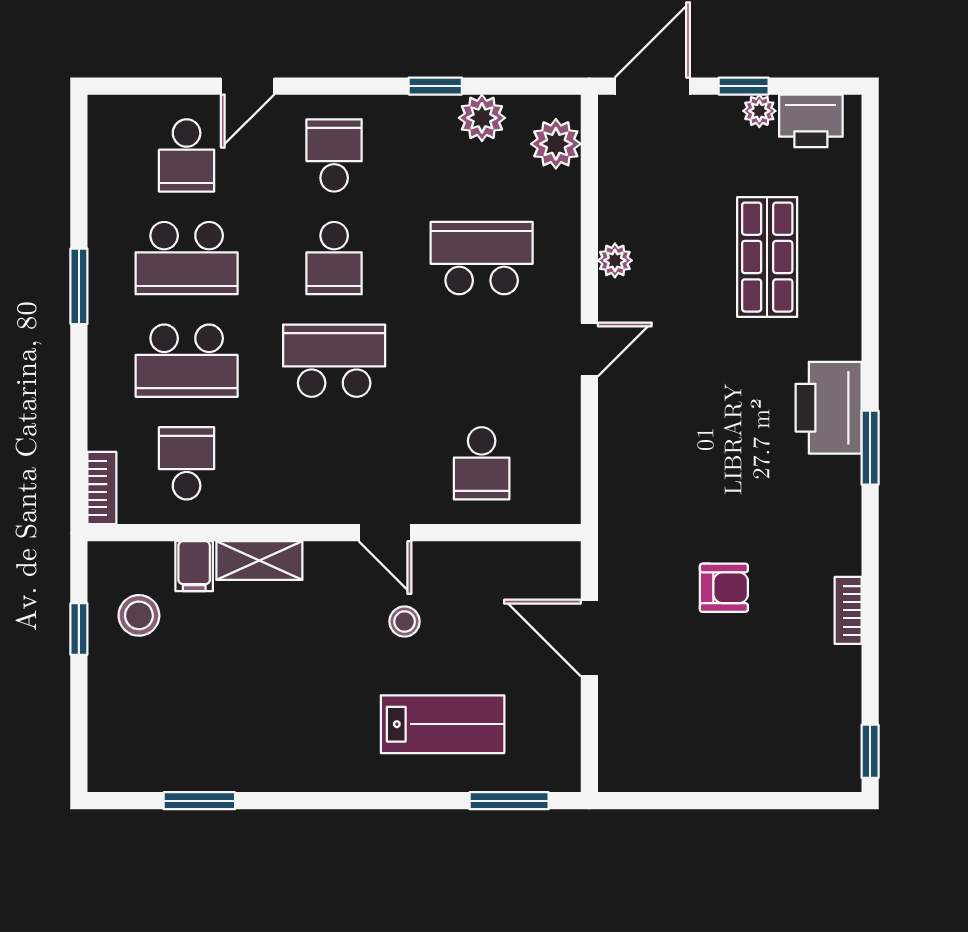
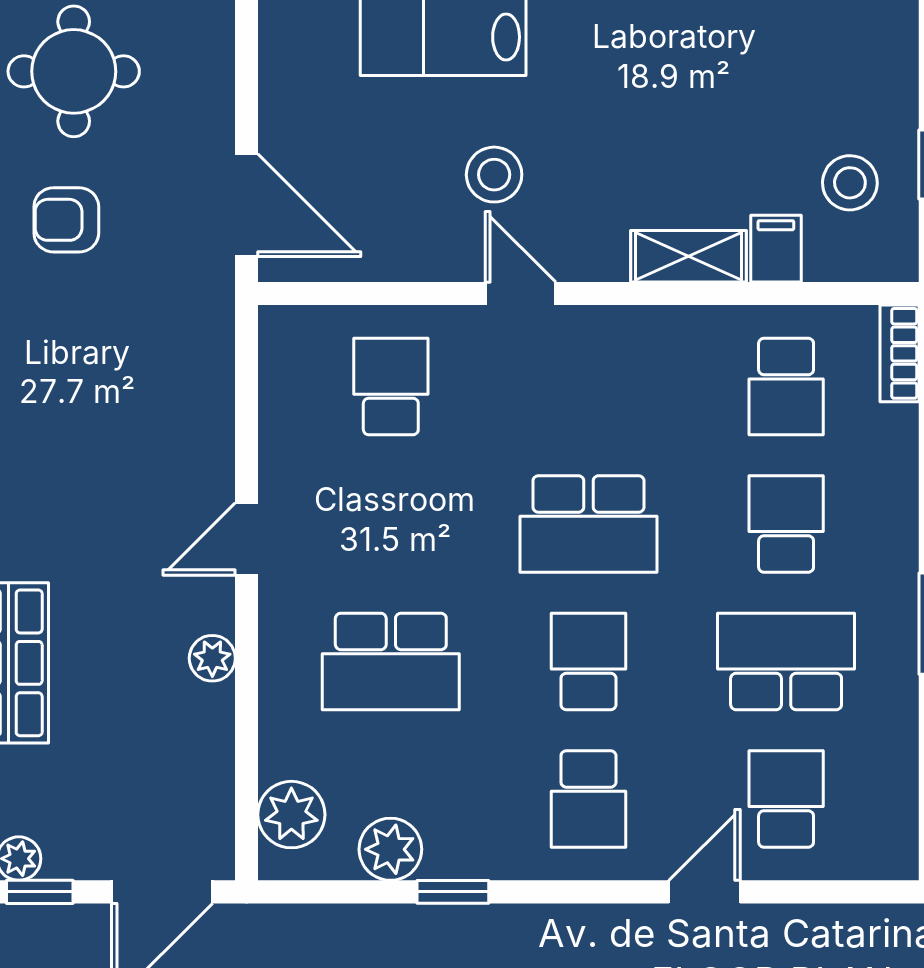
school desk: (187, 361) -> (786, 524), width x0.54
stool: (405, 621) -> (494, 175), width x1.37, depth x1.37
door: (589, 638) -> (247, 205), moved
round table: (718, 699) -> (74, 71), added

